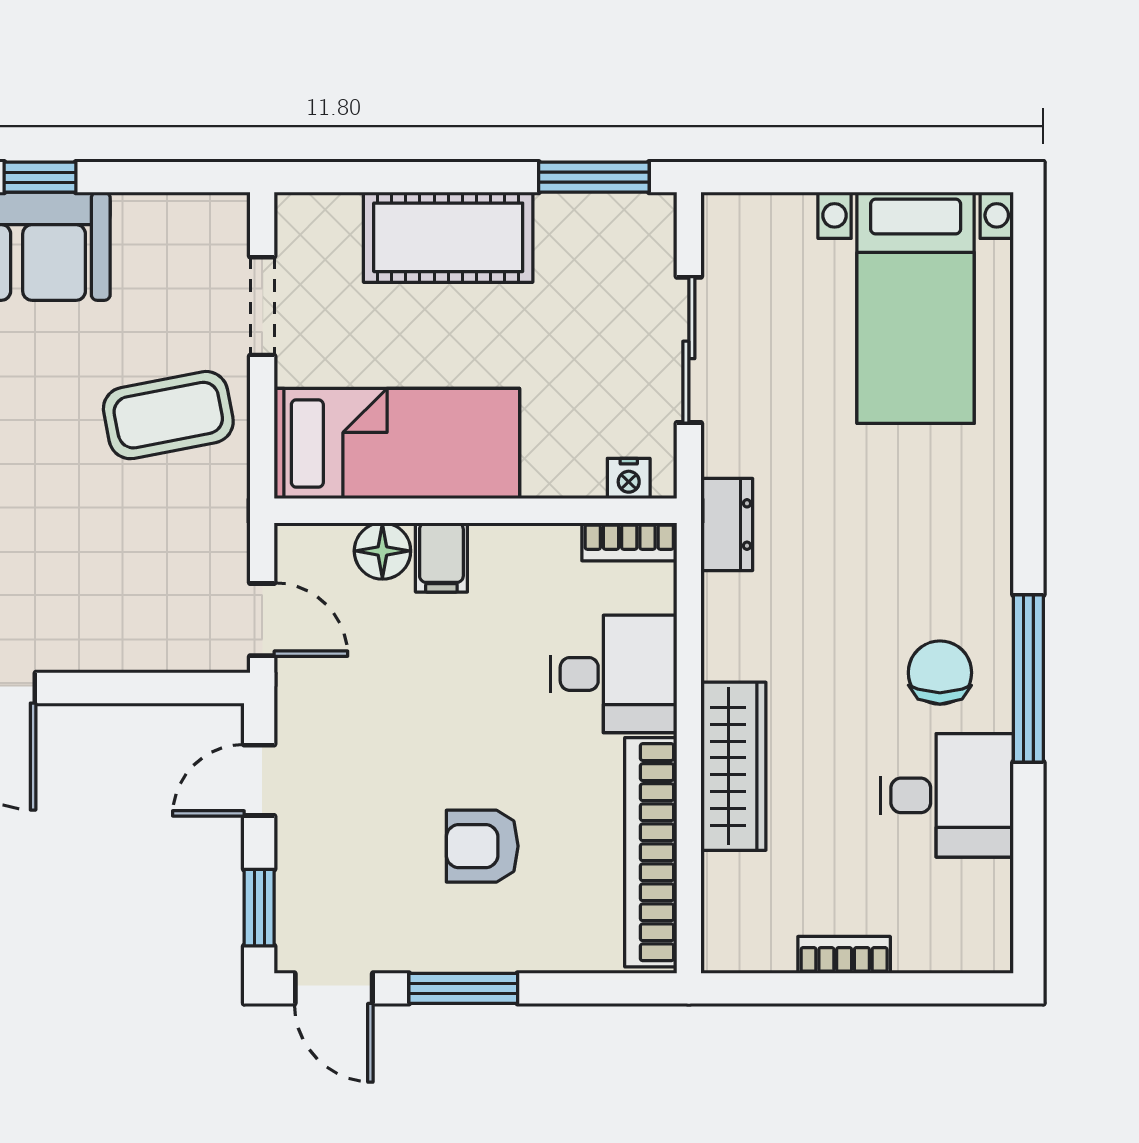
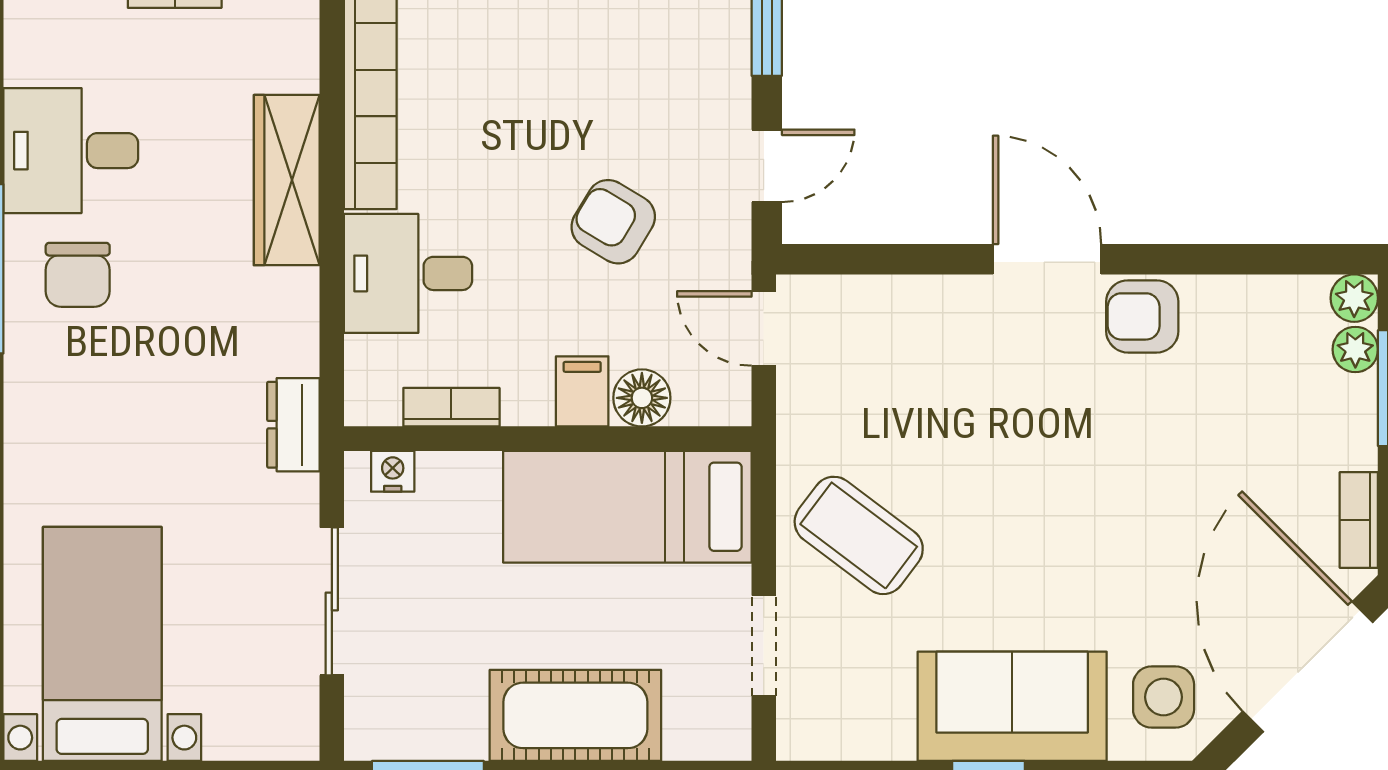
coffee table: (168, 415) -> (859, 535), turned 48
bookcase: (629, 542) -> (451, 407), moved
armchair: (482, 846) -> (613, 222), moved, turned -149

